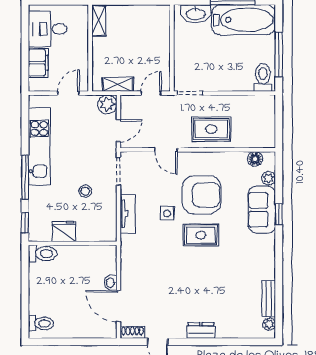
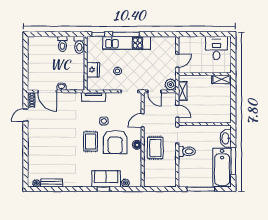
filing cabinet: (38, 63) -> (196, 42), removed
toilet: (263, 78) -> (187, 151), moved
door: (68, 93) -> (177, 61), hinge flipped
kitchen unit: (39, 146) -> (127, 43), moved
floor lamp: (255, 159) -> (137, 145), moved
tv unit: (128, 214) -> (94, 97), moved
fridge: (64, 231) -> (93, 70), moved
door: (119, 306) -> (47, 91), swing flipped
toilet: (41, 323) -> (62, 44), moved
dresser: (201, 331) -> (32, 142), removed

